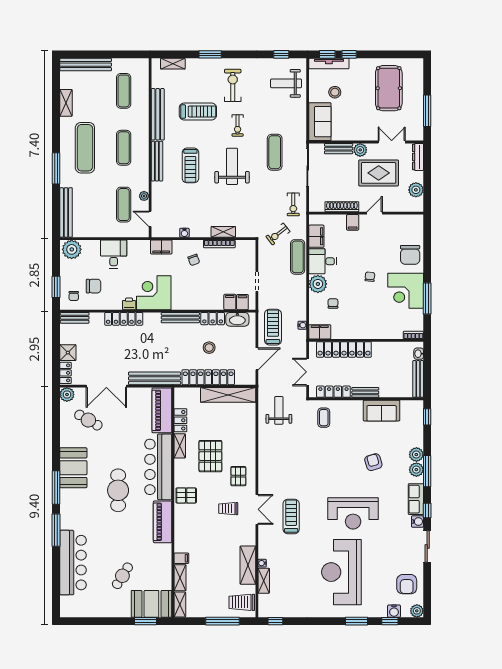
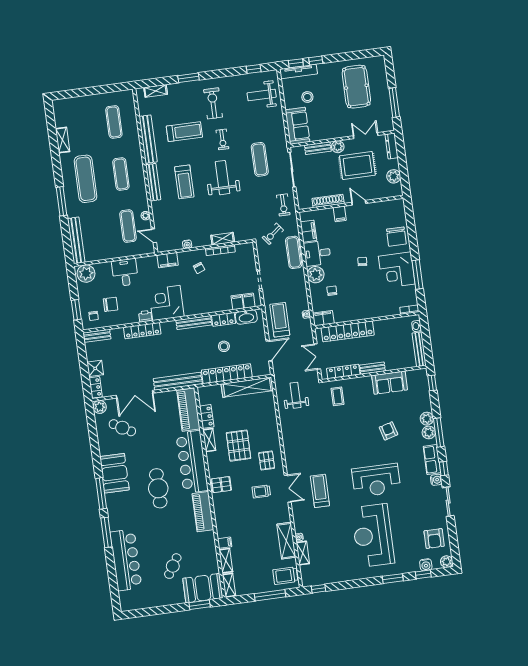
bench: (86, 65) -> (76, 103), removed
door: (375, 213) -> (359, 203), hinge flipped

